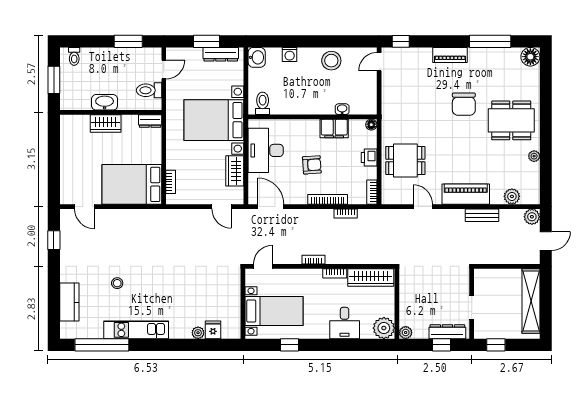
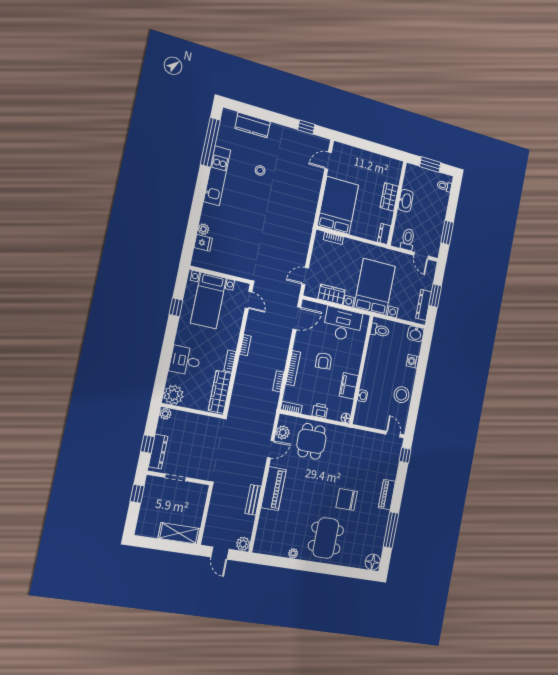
plant: (512, 196) -> (283, 432), moved
shelving: (531, 301) -> (179, 533), width x0.68

